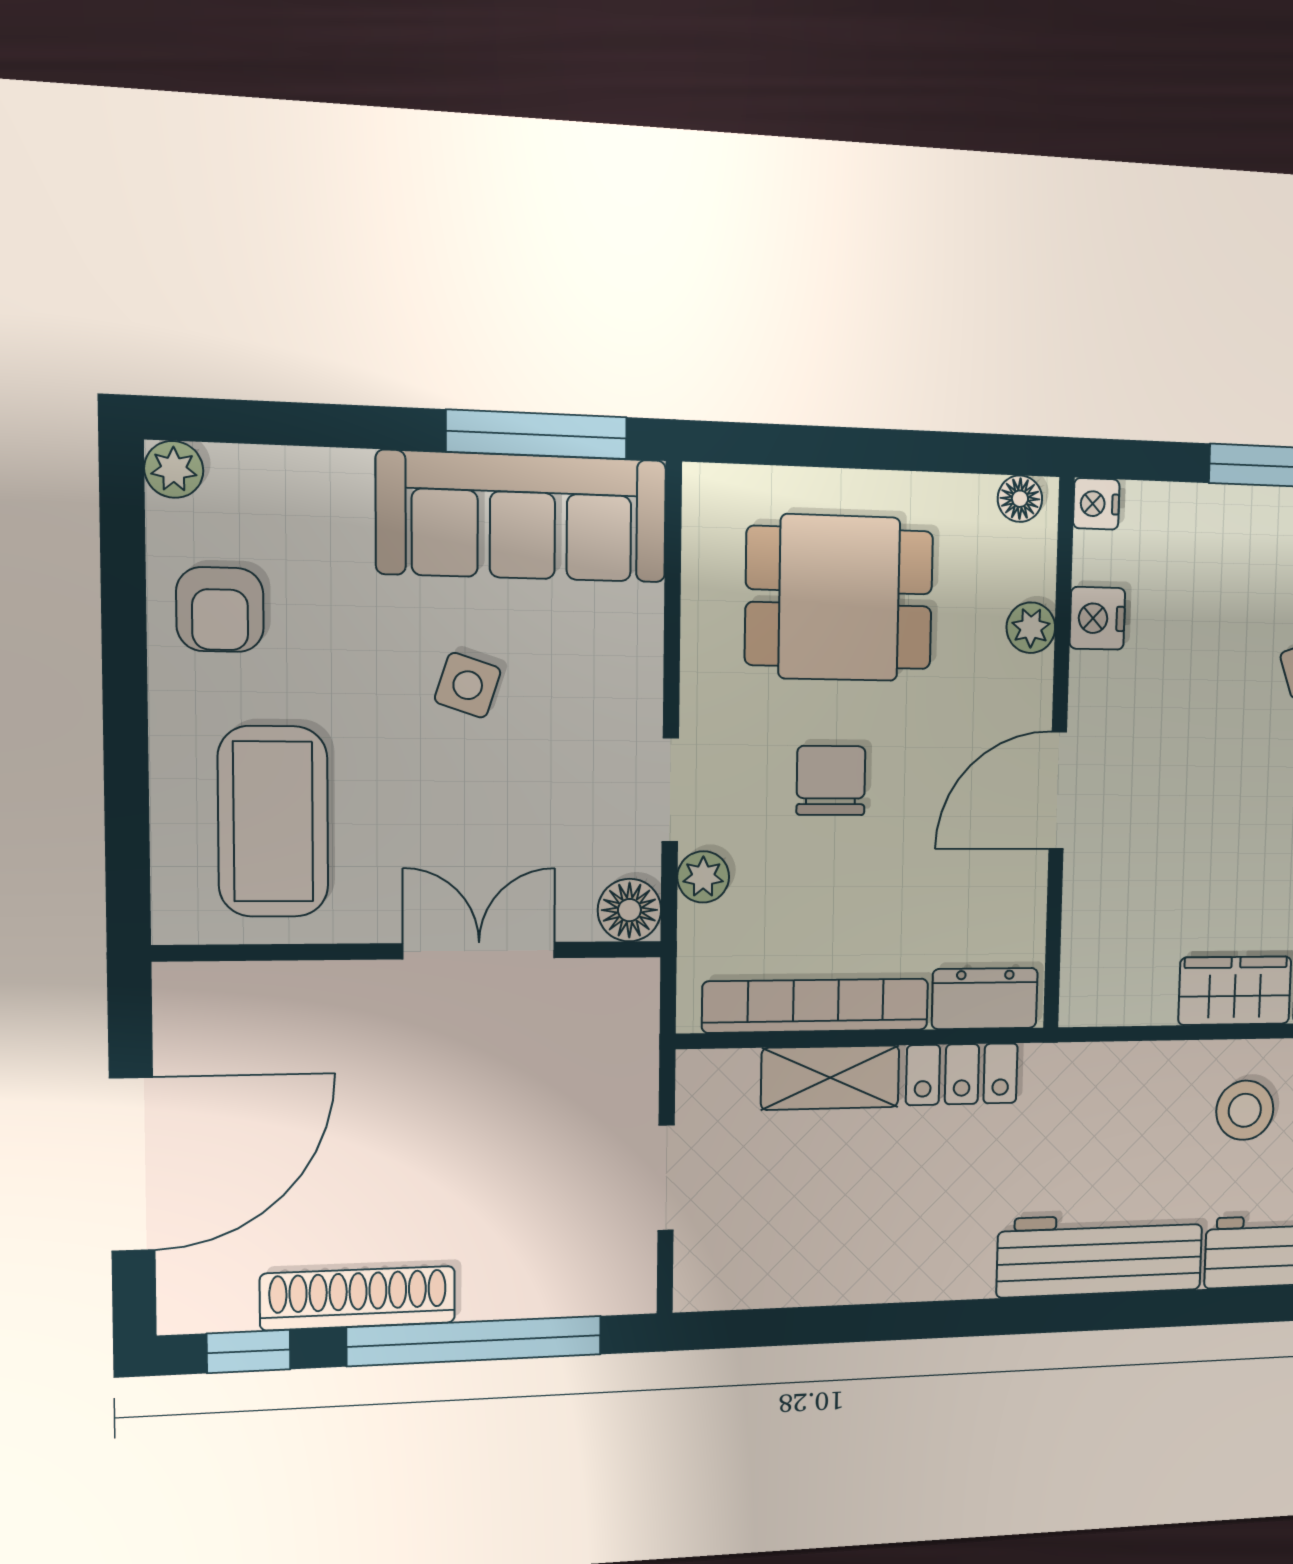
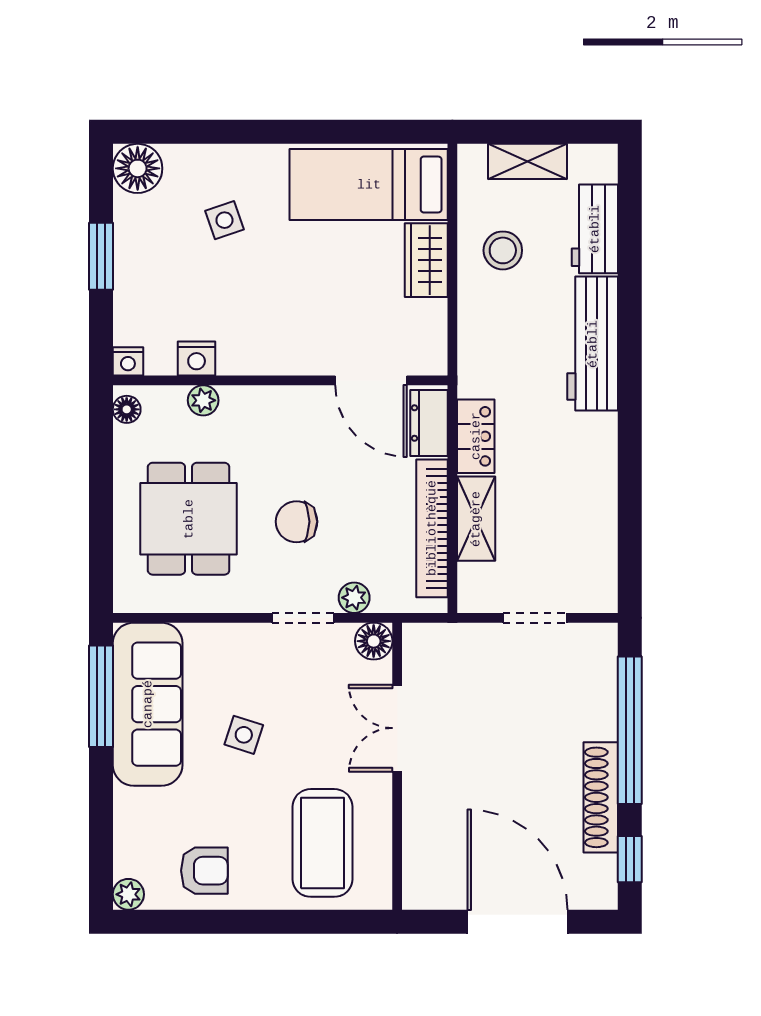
door: (1058, 791) -> (371, 380), moved
coffee table: (273, 822) -> (323, 843), turned 90

